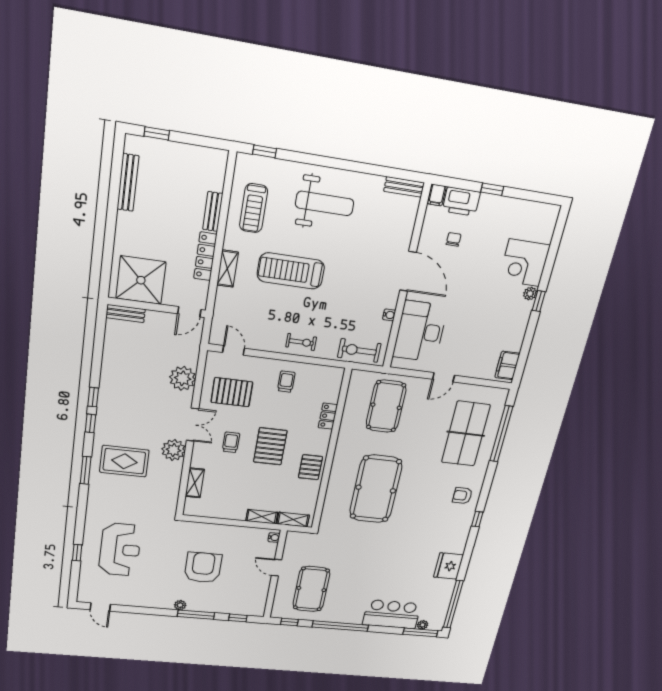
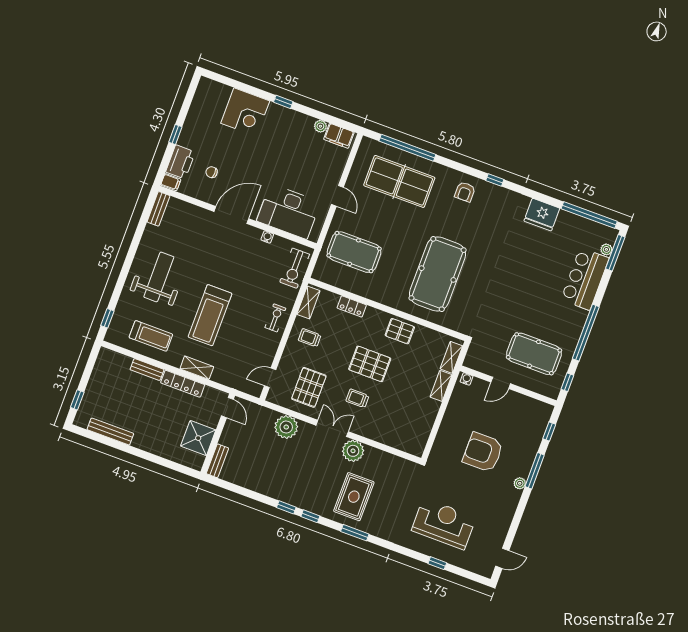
shower: (141, 280) -> (198, 438), width x0.73, depth x0.73
plant: (530, 294) -> (320, 126), moved
shelving: (195, 483) -> (308, 302), moved, turned 90
pool table: (376, 489) -> (438, 274), turned 90

